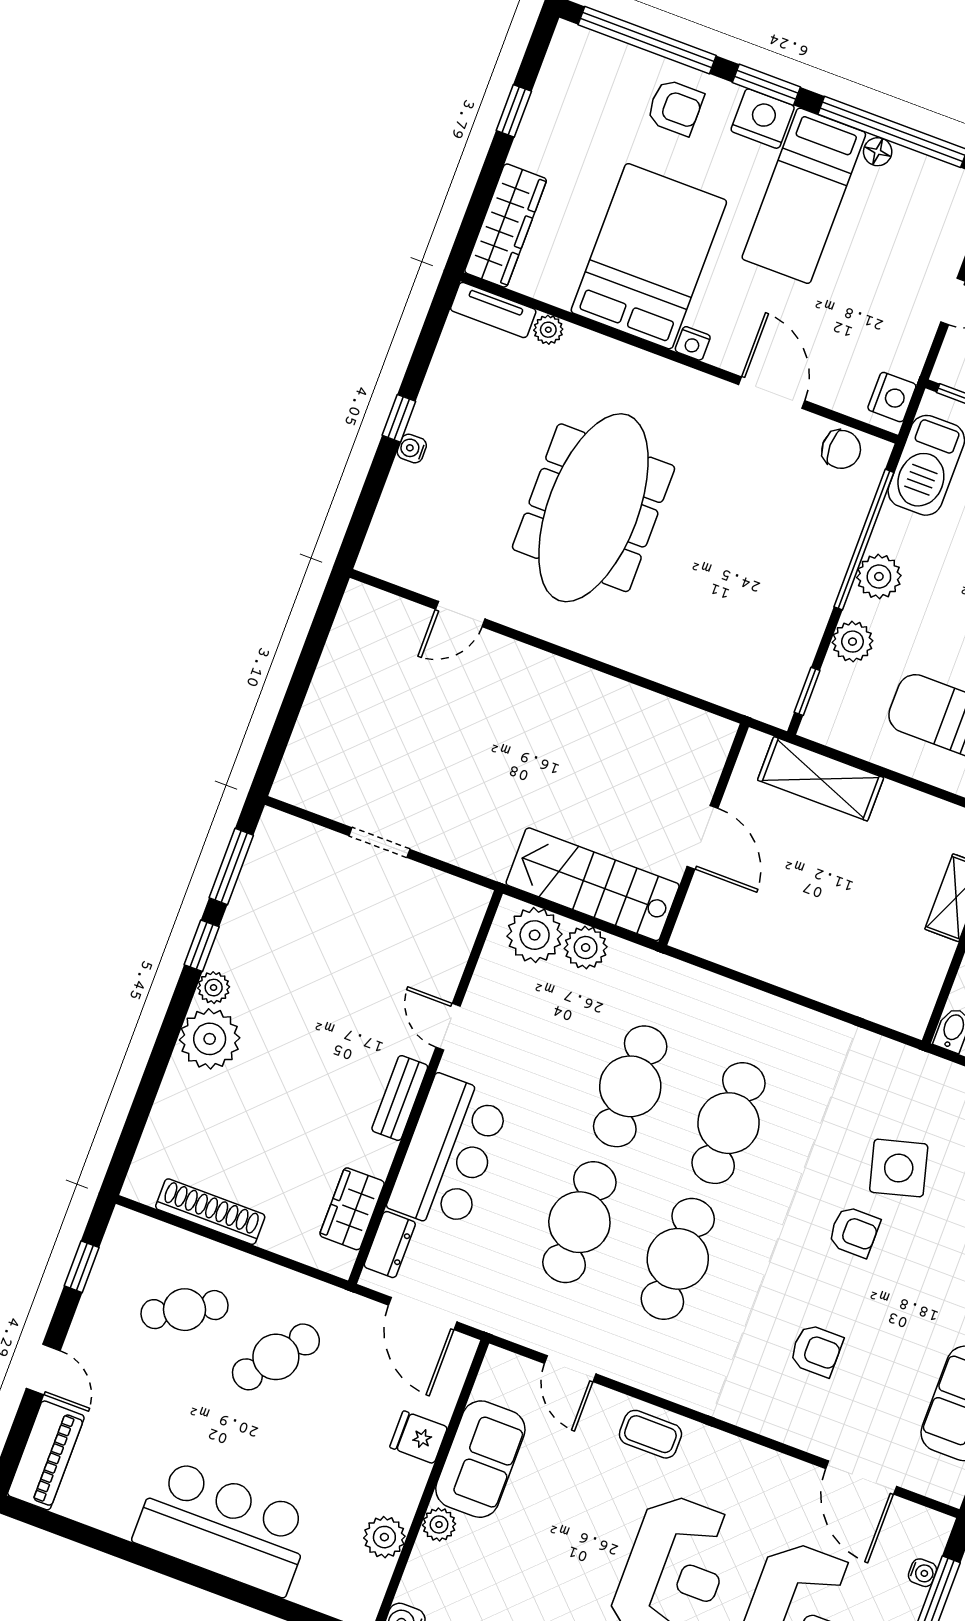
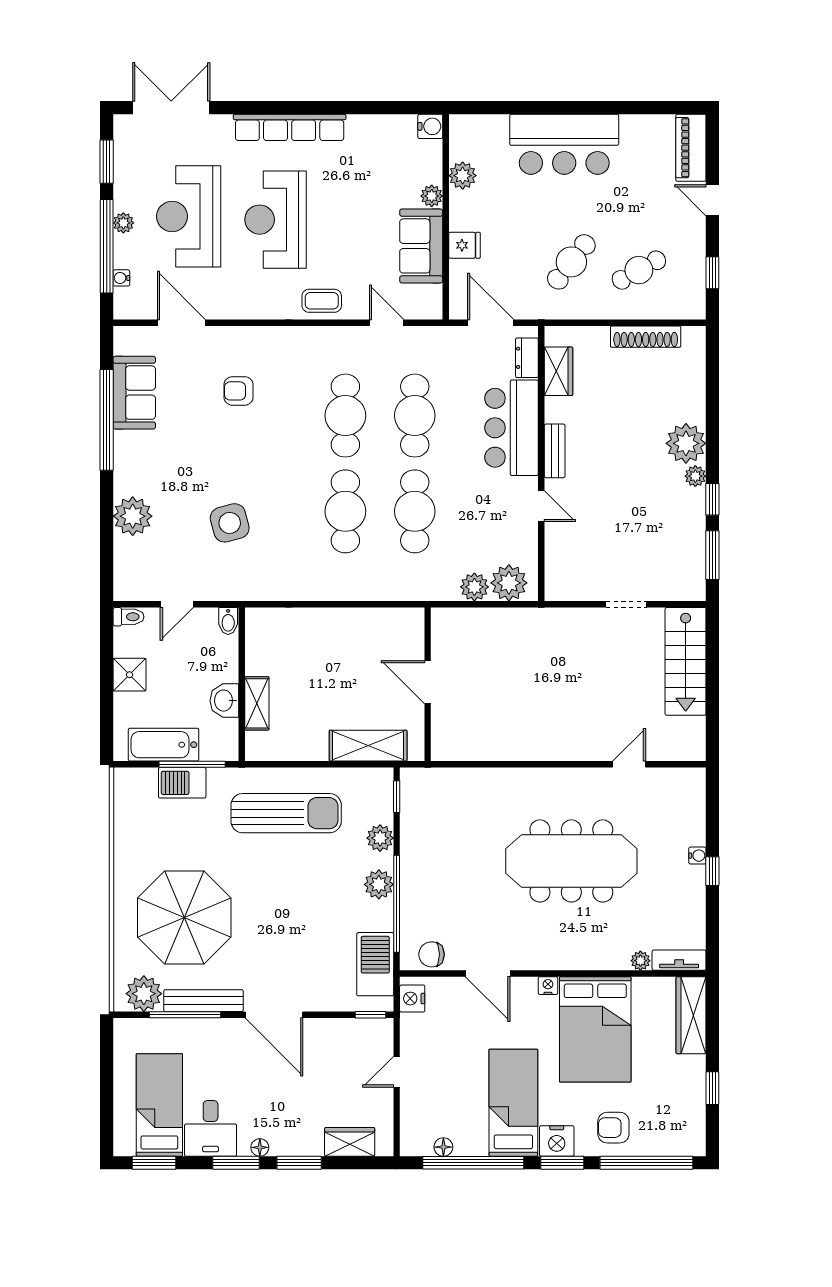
floor lamp: (878, 152) -> (443, 1147), moved
meeting table: (593, 508) -> (571, 861), turned 90
stairs: (593, 884) -> (686, 661), moved, turned 90
armchair: (854, 1232) -> (243, 473), removed

